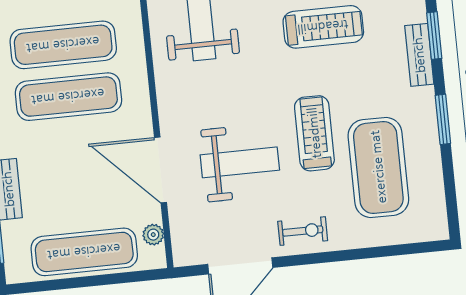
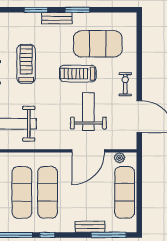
bench: (419, 55) -> (57, 18), moved

